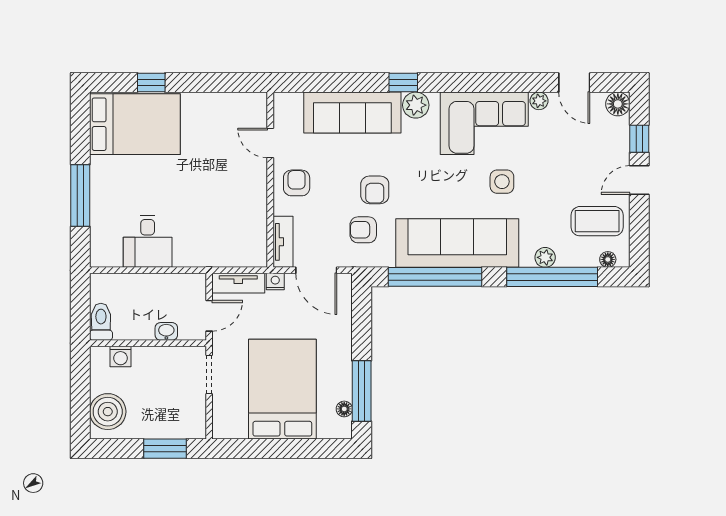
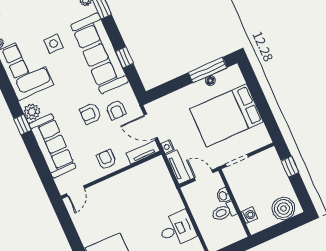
door: (270, 143) -> (75, 191), moved
armchair: (297, 183) -> (106, 160), turned 90
armchair: (375, 190) -> (90, 113), turned 180
door: (316, 270) -> (151, 126), swing flipped
window: (435, 277) -> (124, 57), width x0.32
toilet: (101, 322) -> (224, 212), moved
floor lamp: (344, 409) -> (210, 81), moved
window: (165, 449) -> (290, 167), width x0.67

